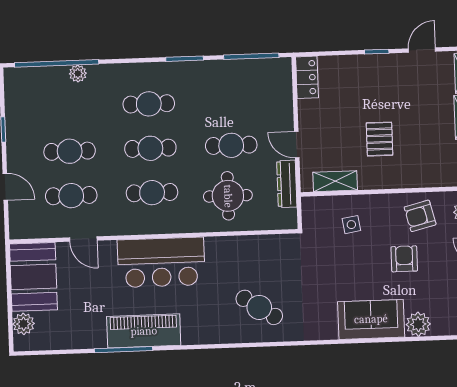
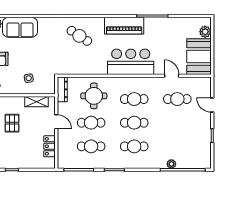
locker: (307, 77) -> (49, 146), moved
cafe table: (70, 151) -> (91, 146), moved
dresser: (287, 184) -> (62, 89), moved
piano: (144, 331) -> (124, 26), moved

